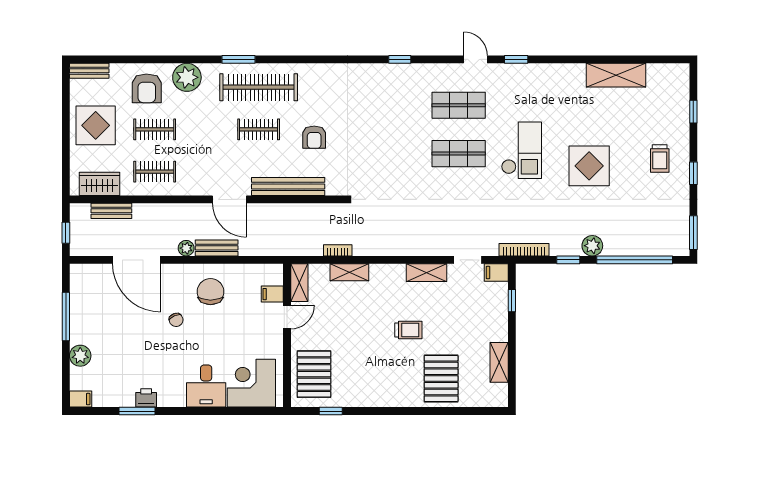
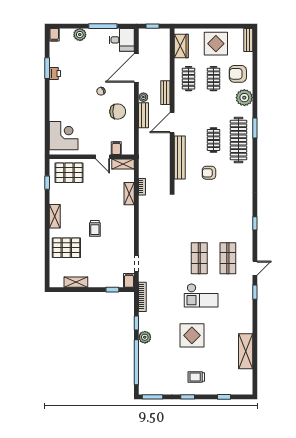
bench: (111, 211) -> (165, 93), moved
shelving: (426, 273) -> (55, 216), moved
desk: (206, 386) -> (122, 40), moved, turned 180

